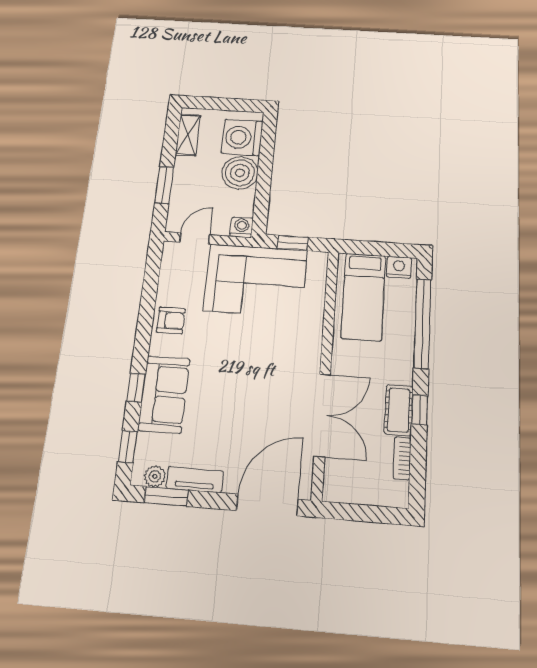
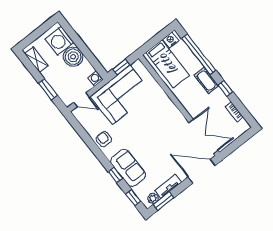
door: (195, 238) -> (82, 100), swing flipped
armchair: (171, 320) -> (104, 139), turned -90
cot: (399, 410) -> (206, 80), moved
double door: (322, 415) -> (203, 137), moved
door: (267, 505) -> (202, 171), hinge flipped

